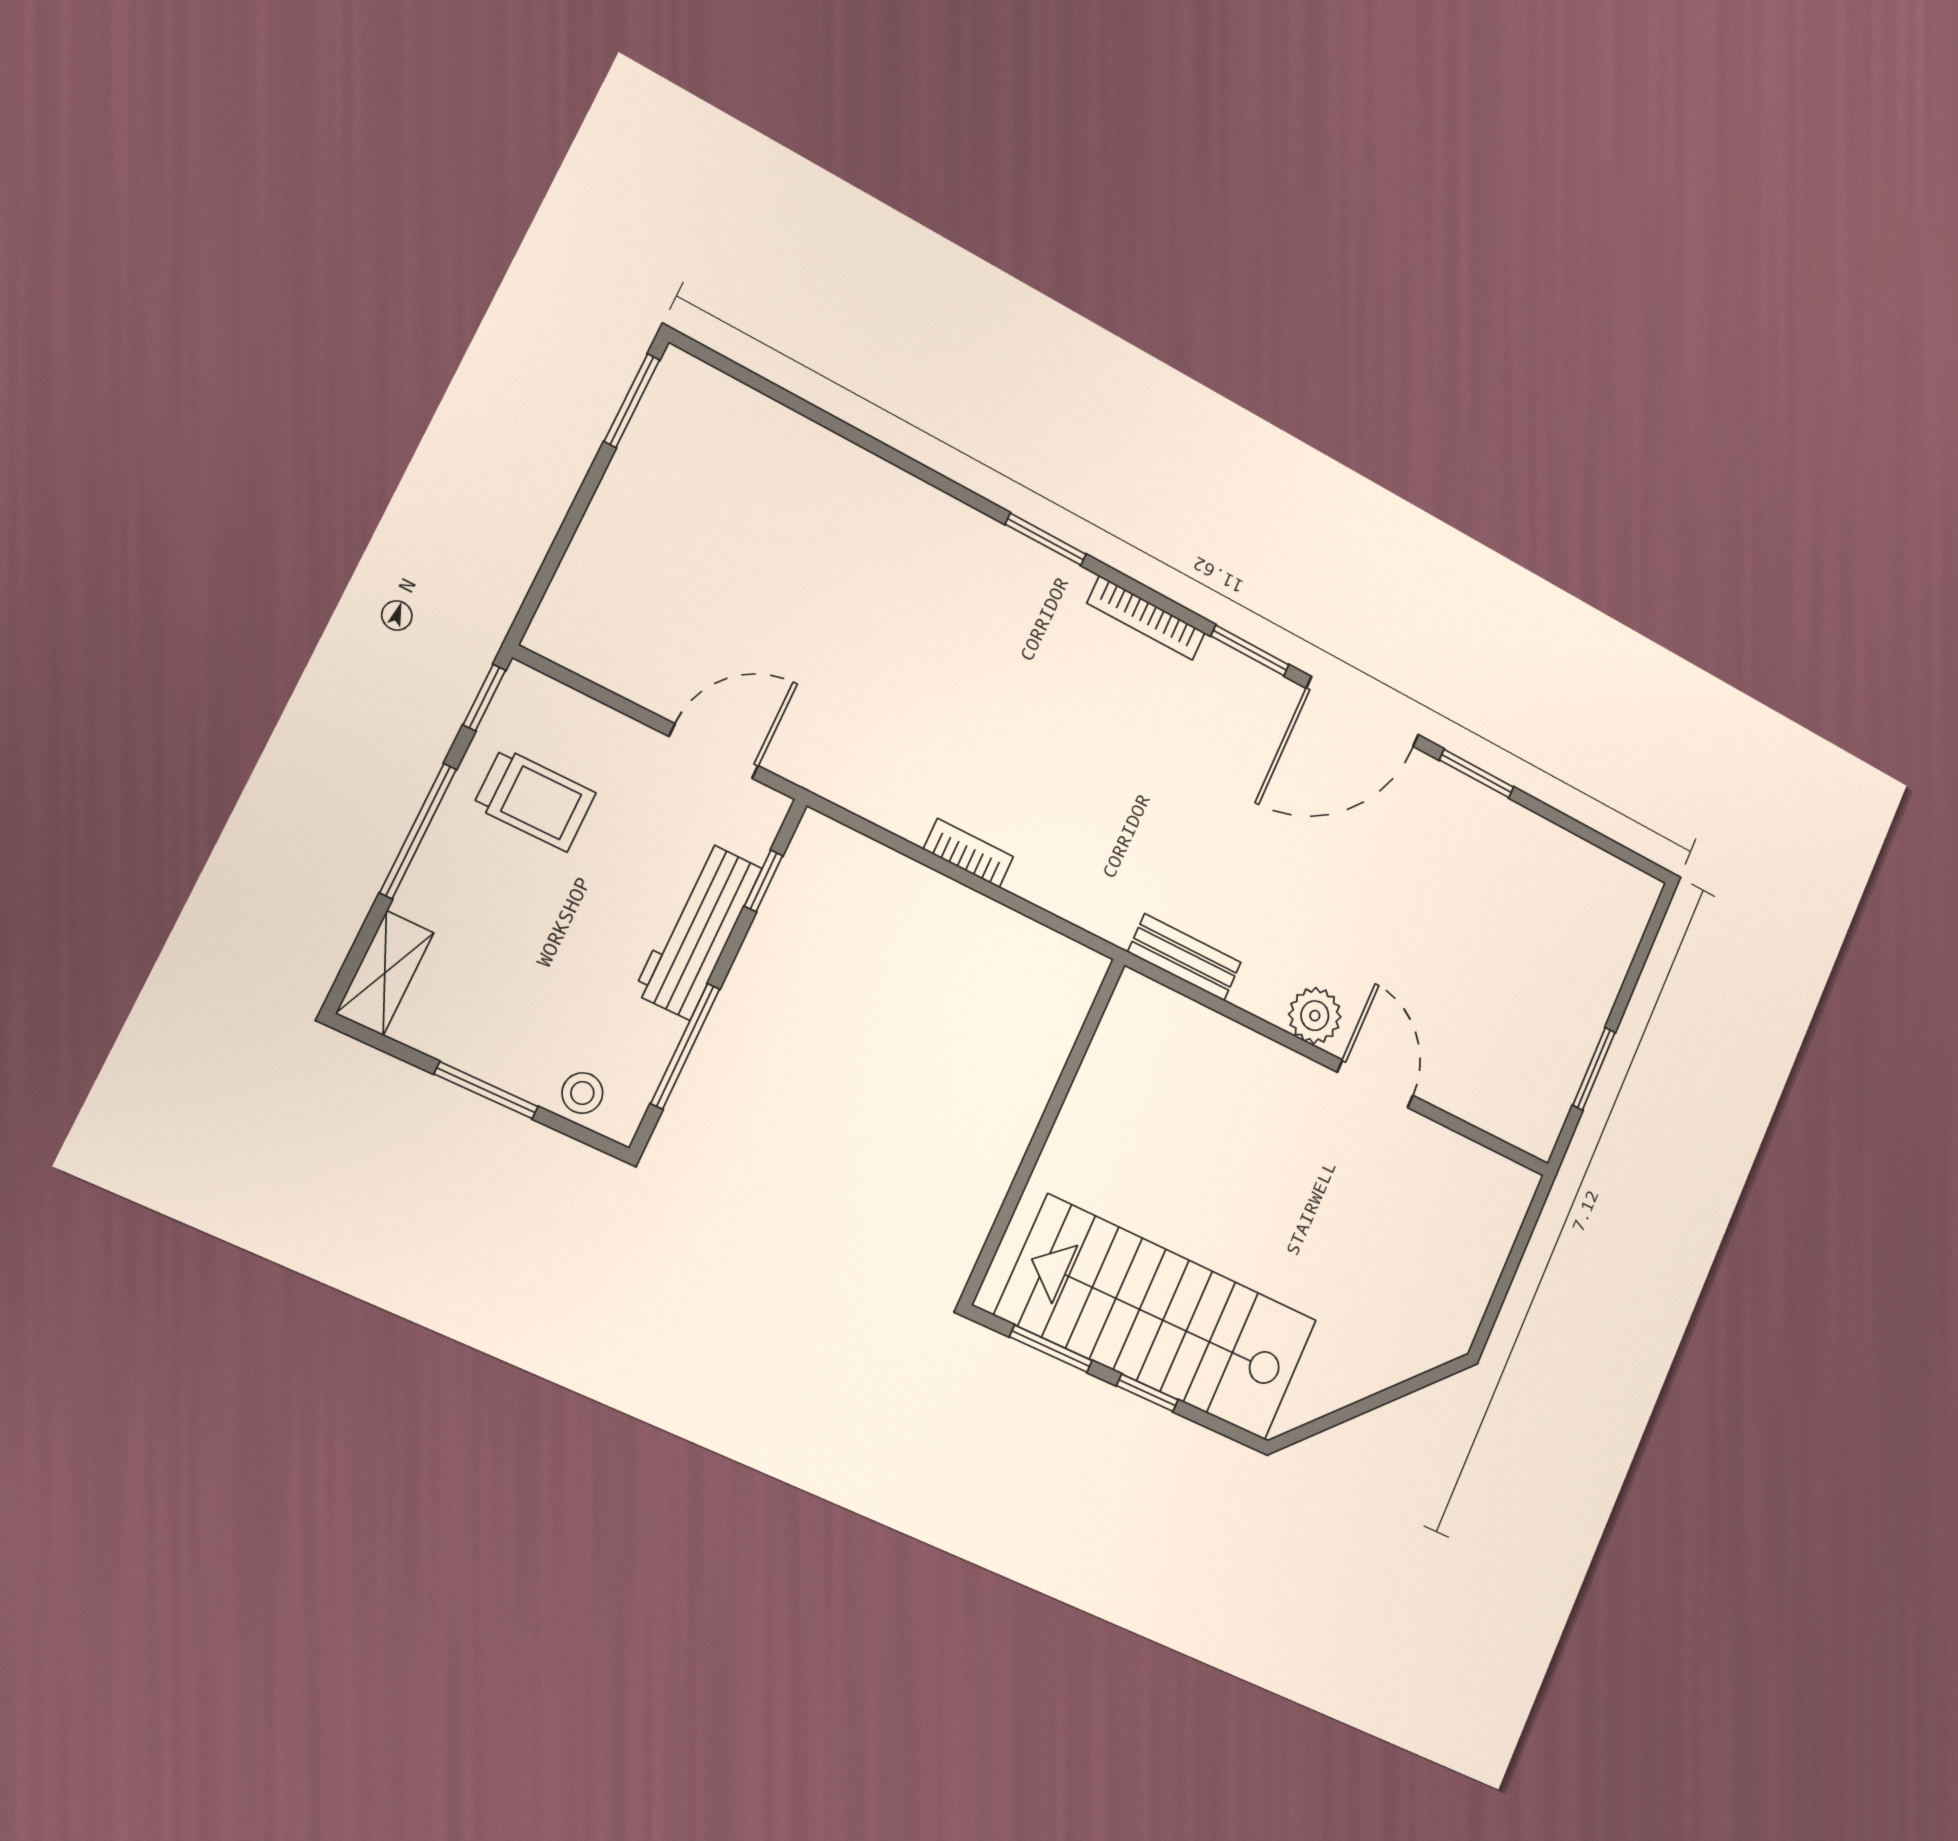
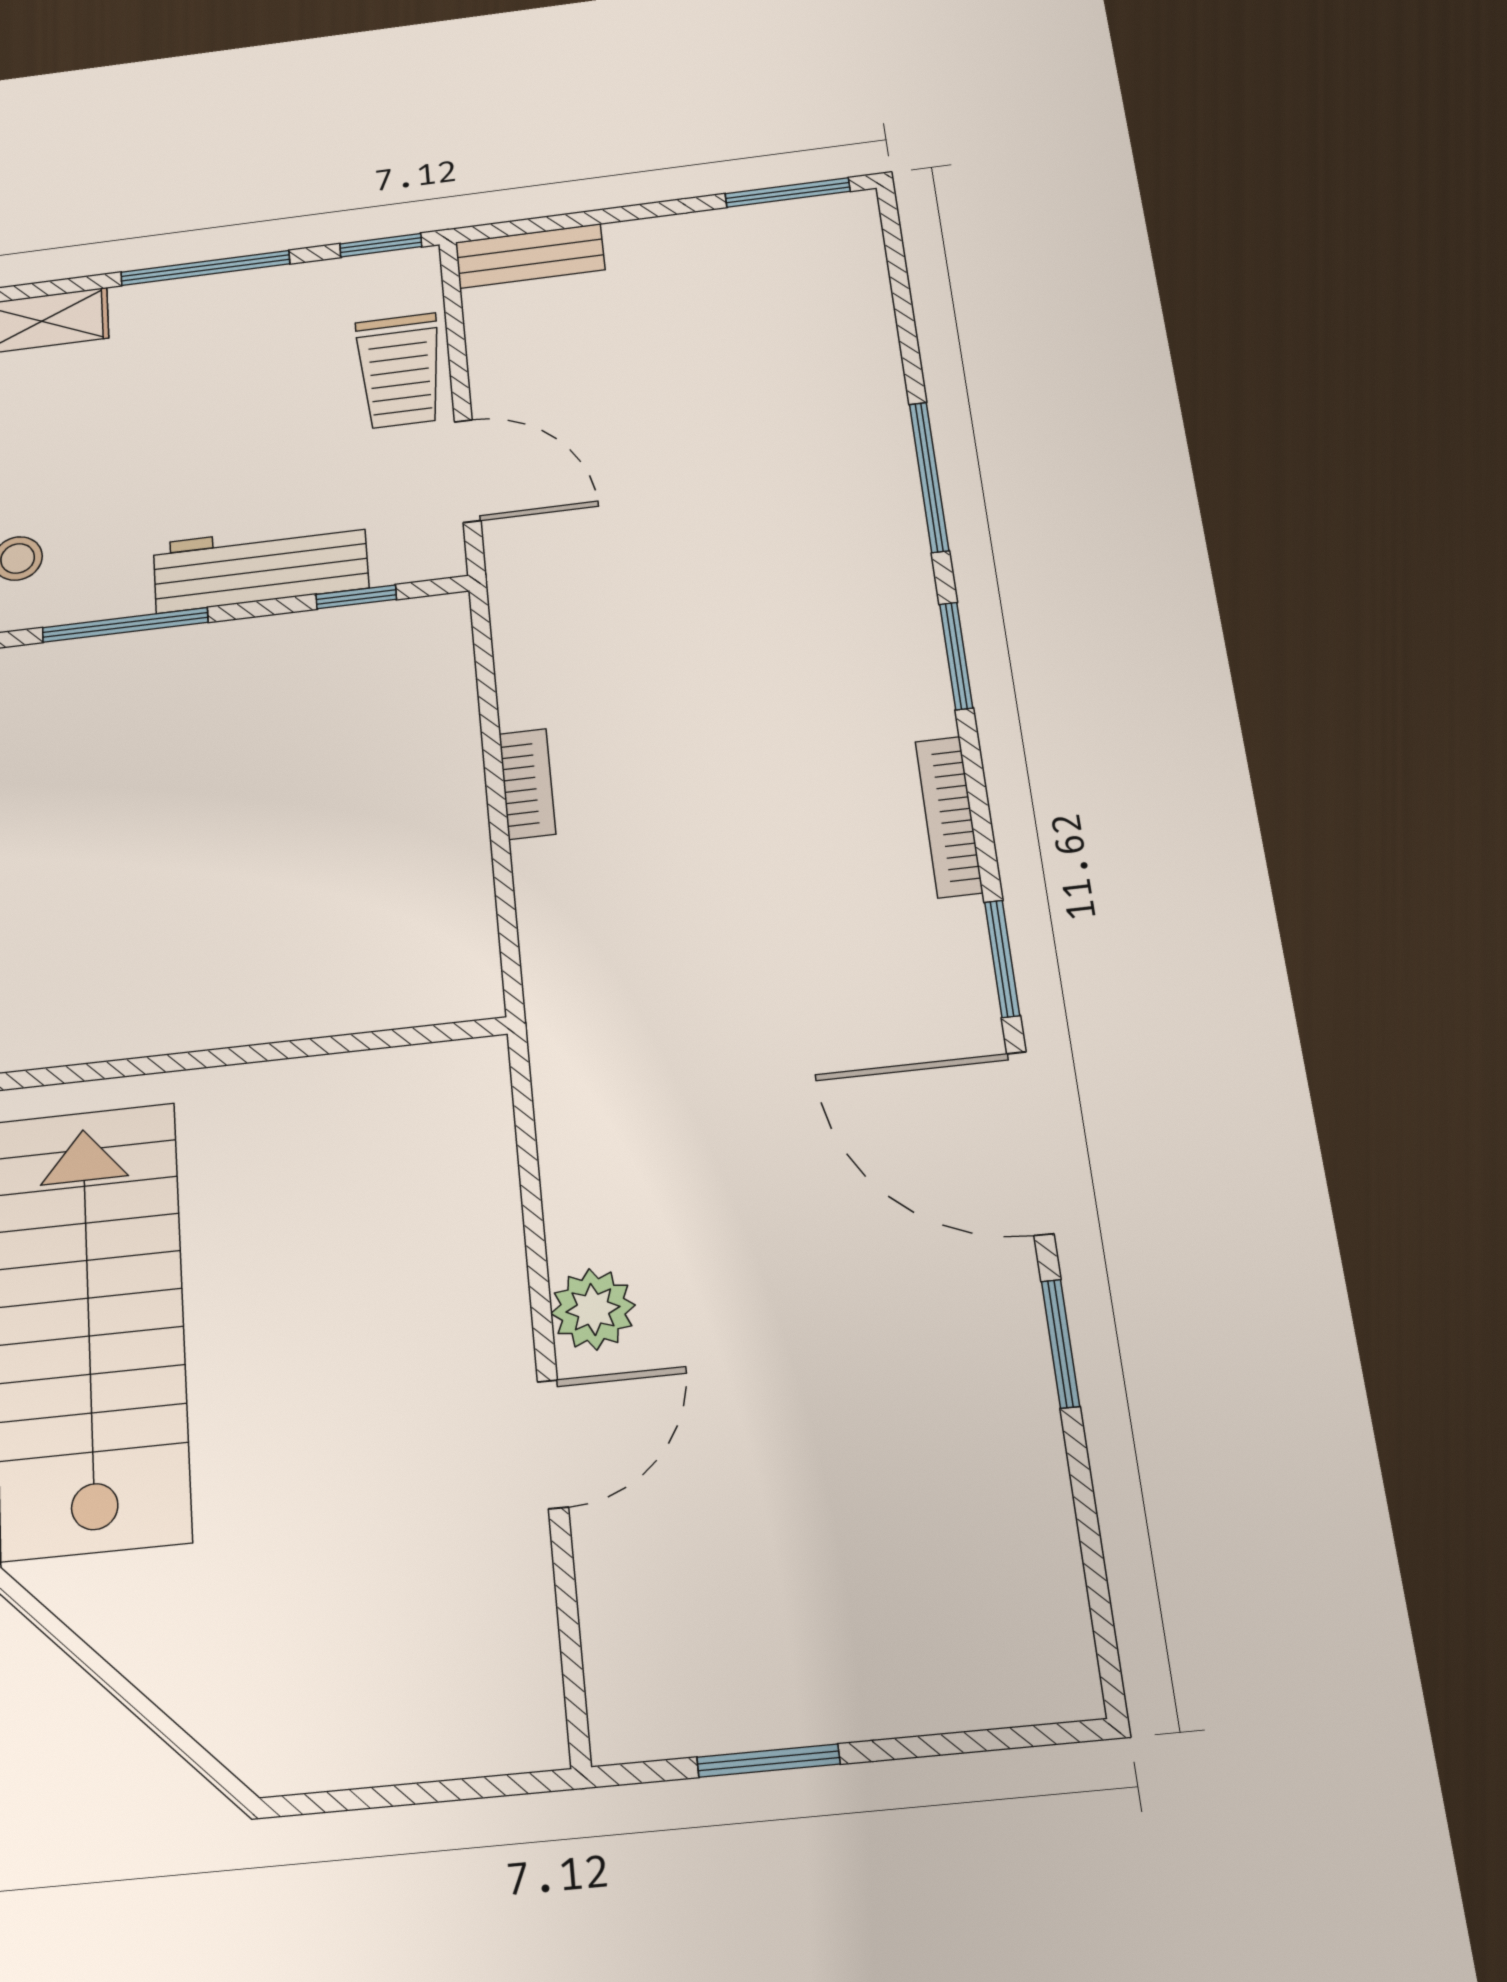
window: (912, 467) -> (929, 477), added
trolley: (535, 800) -> (400, 371), moved
bench: (1184, 957) -> (530, 256), moved, turned 90

